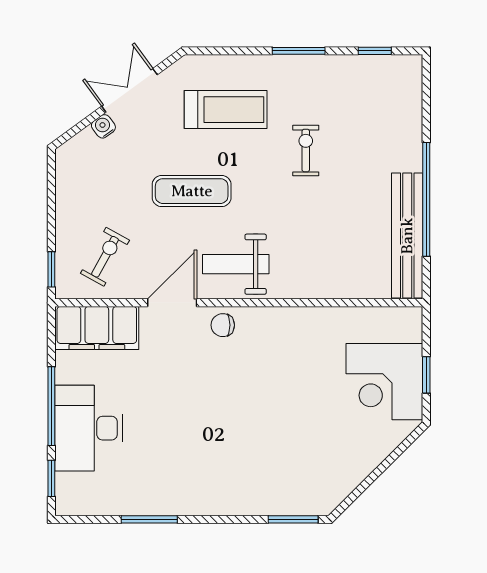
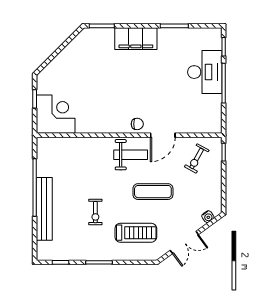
treadmill: (226, 110) -> (136, 233), turned 180
water cooler: (103, 126) -> (208, 217), moved
bench: (407, 236) -> (44, 209), moved
filing cabinet: (97, 328) -> (136, 39), moved, turned 180
corner desk: (384, 382) -> (56, 114), moved

